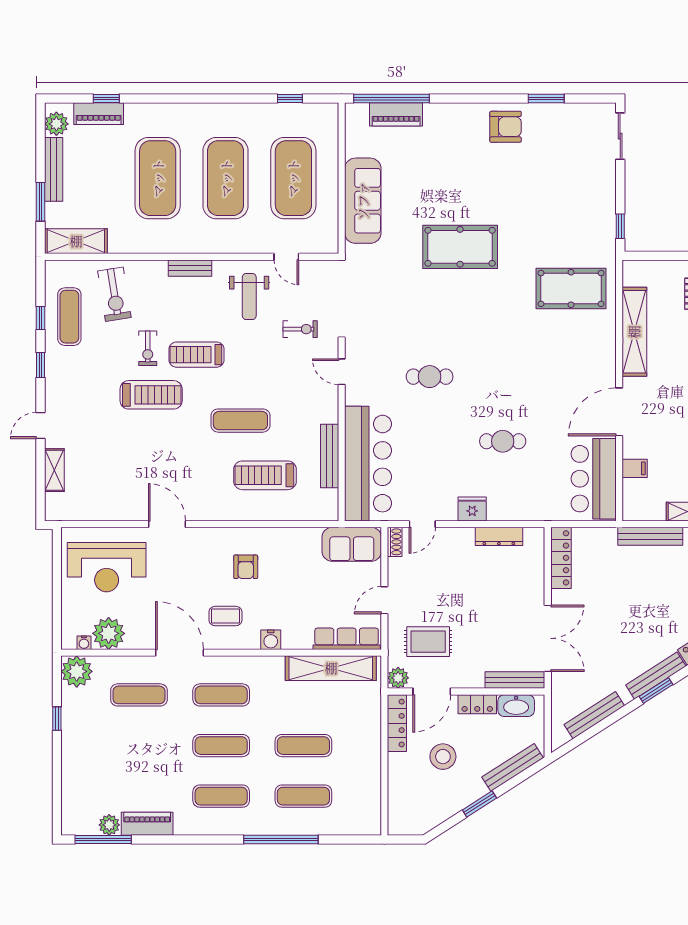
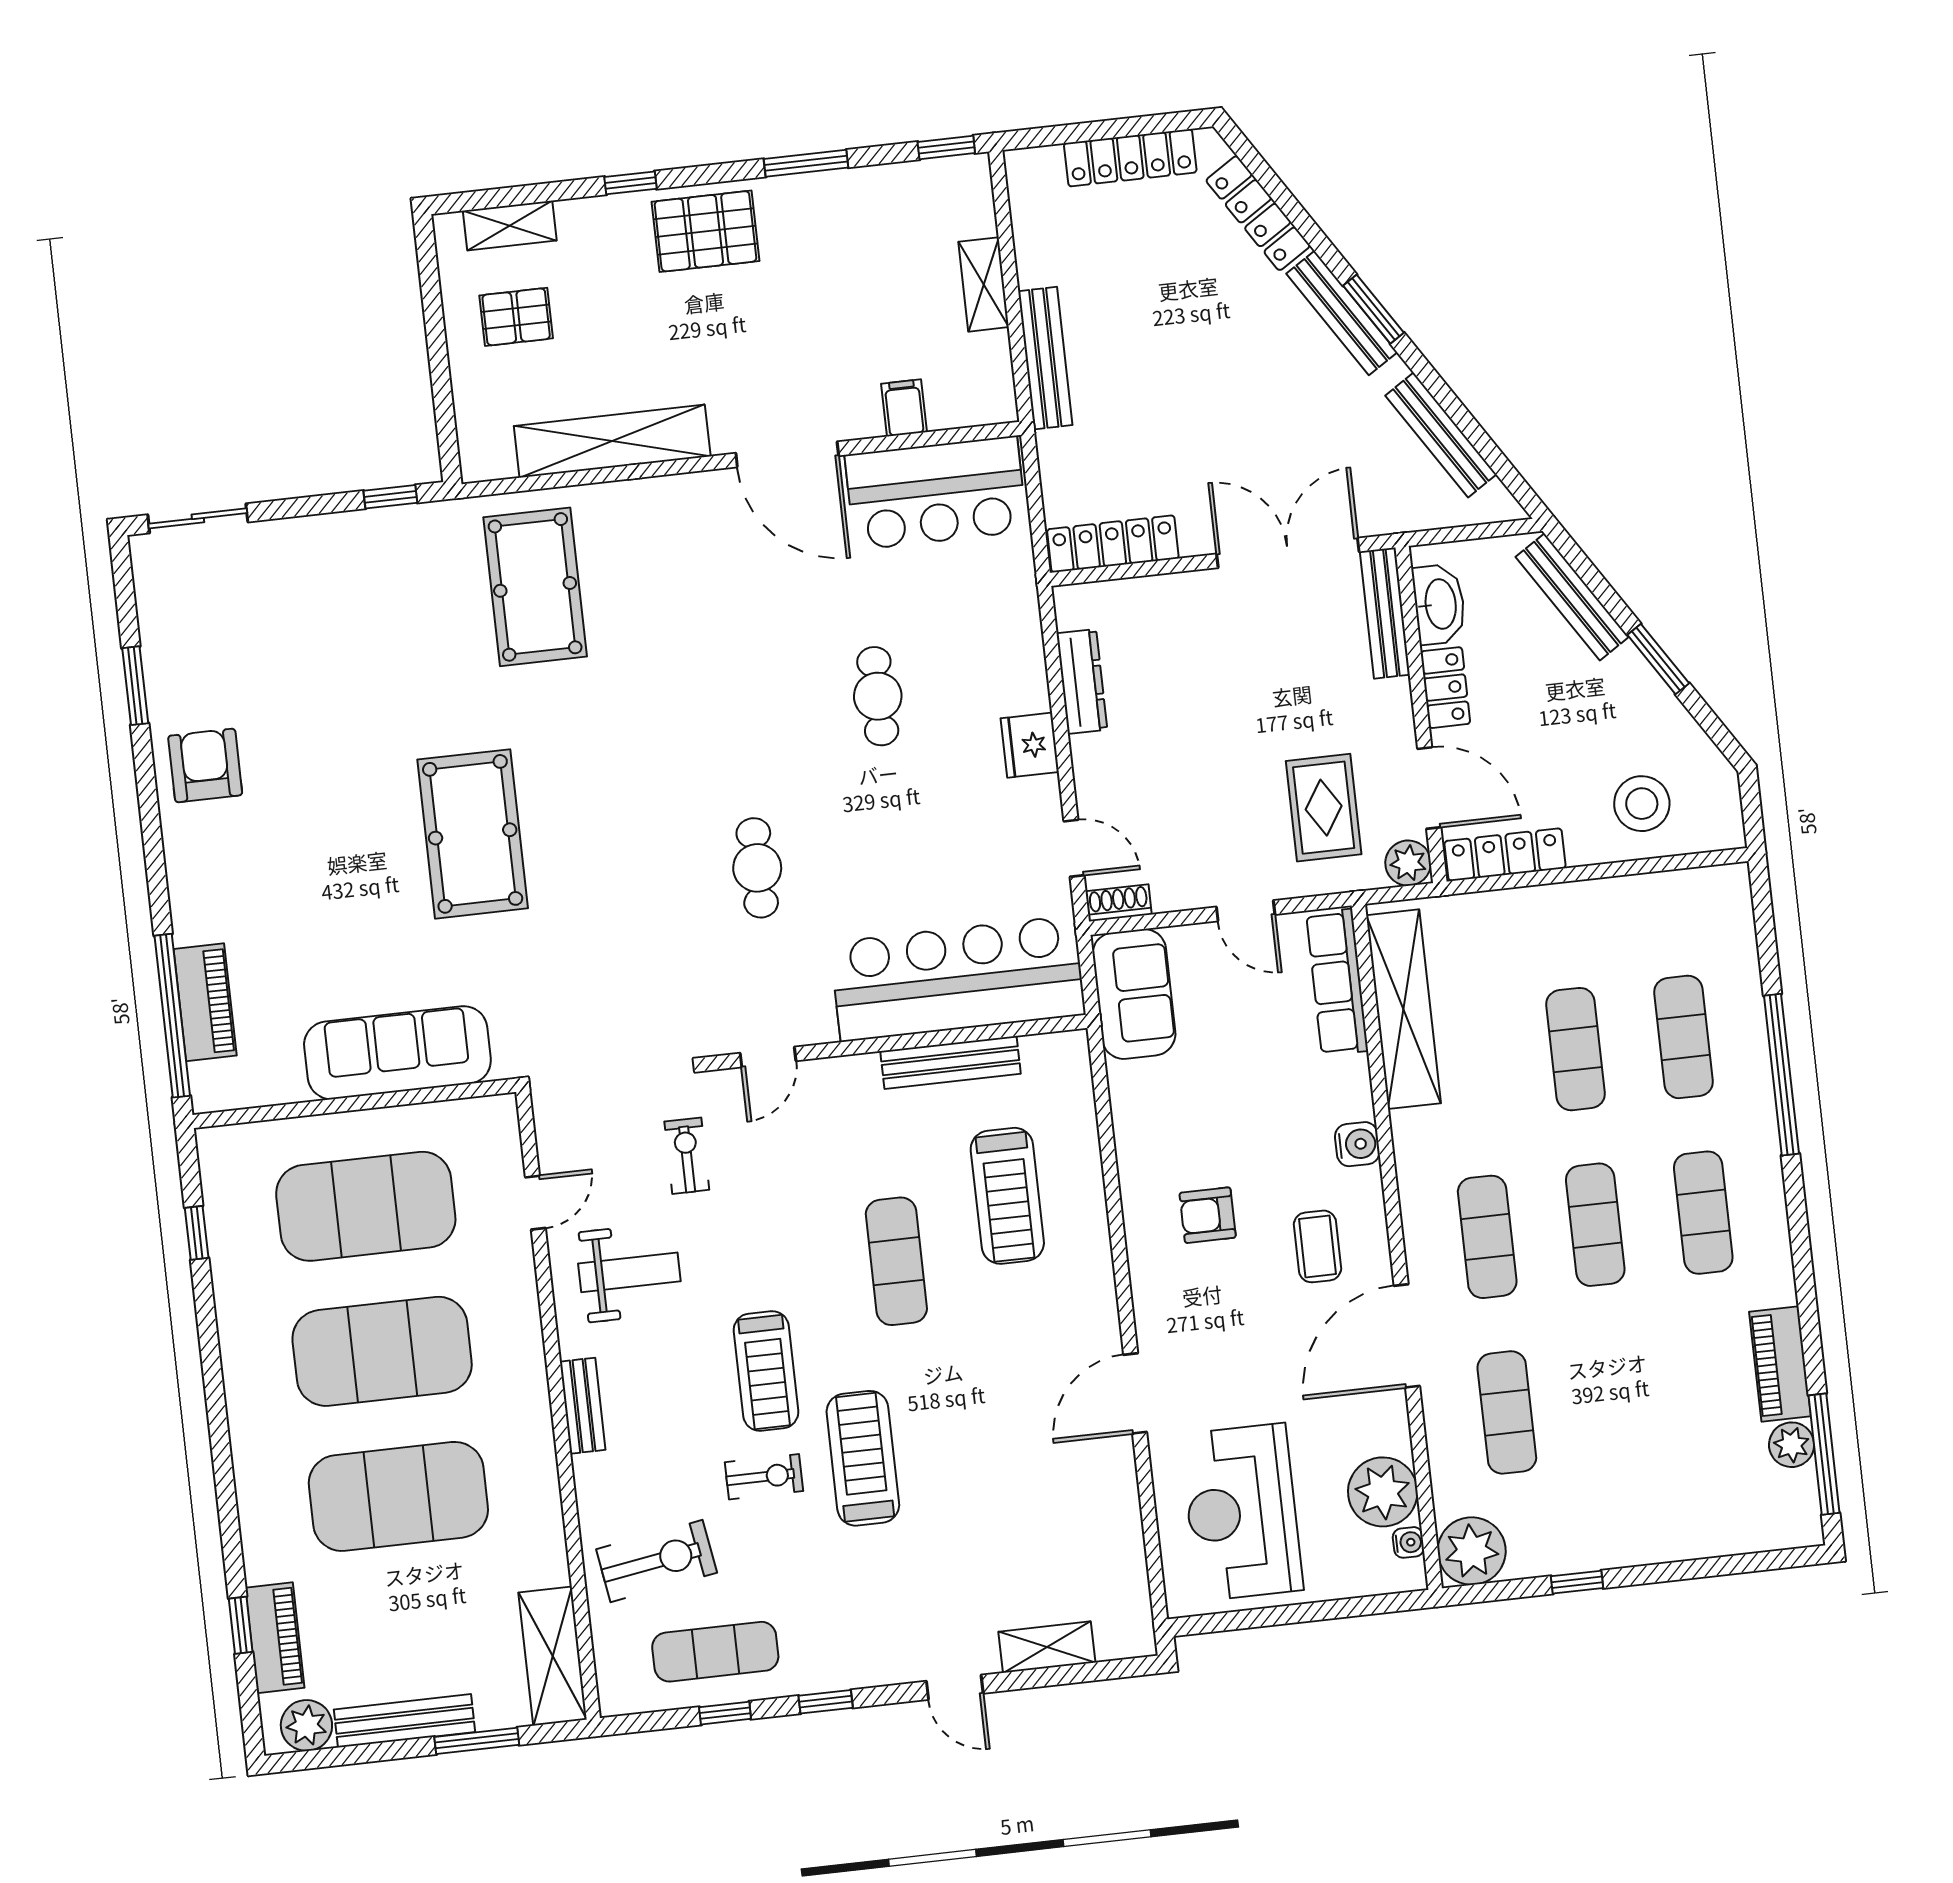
reception desk: (107, 567) -> (1242, 1512), turned 180
armchair: (246, 567) -> (1208, 1215), turned 180
stool: (443, 757) -> (1642, 804), moved

